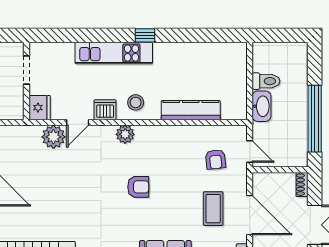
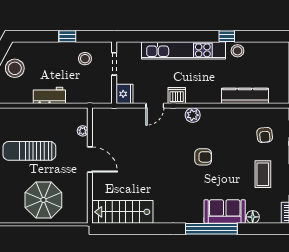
window: (145, 35) -> (227, 36), moved
kitchen unit: (114, 53) -> (184, 50), width x1.36
stool: (136, 102) -> (237, 51), moved
plant: (53, 137) -> (136, 117), removed

